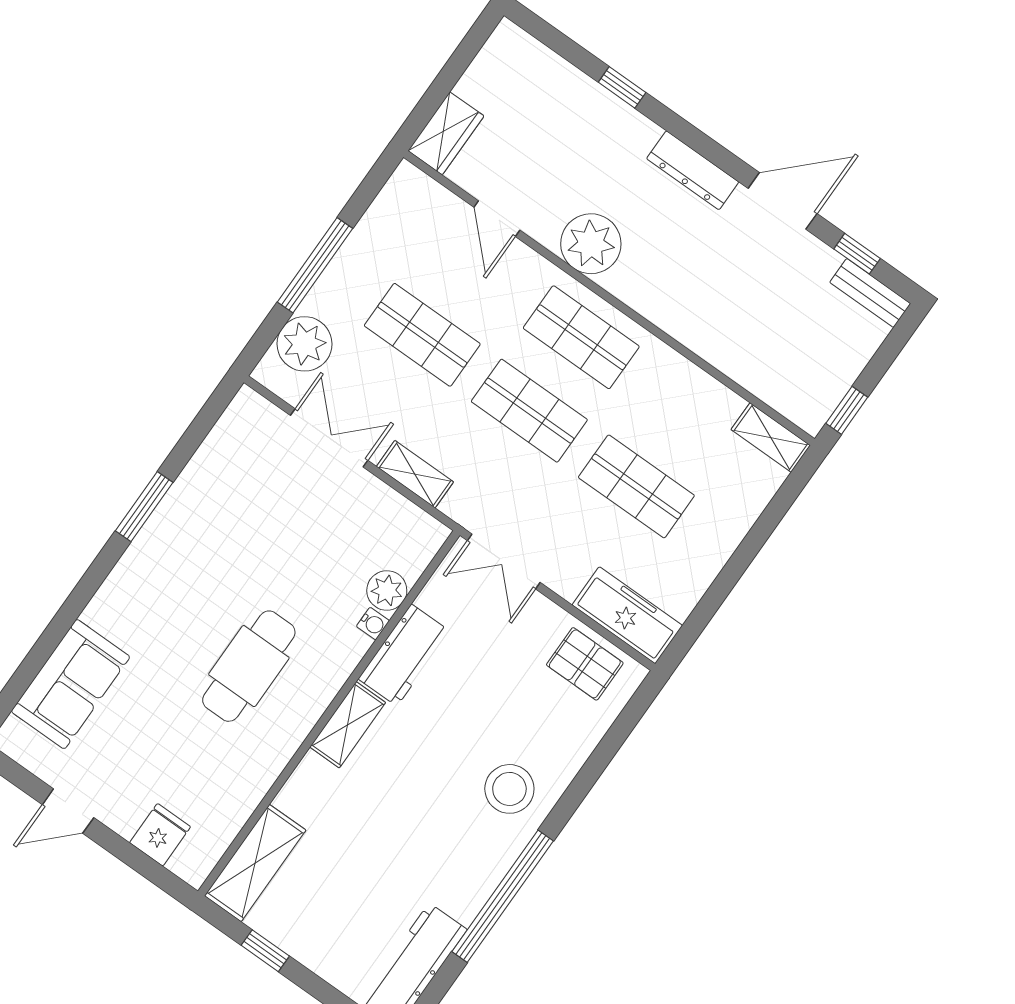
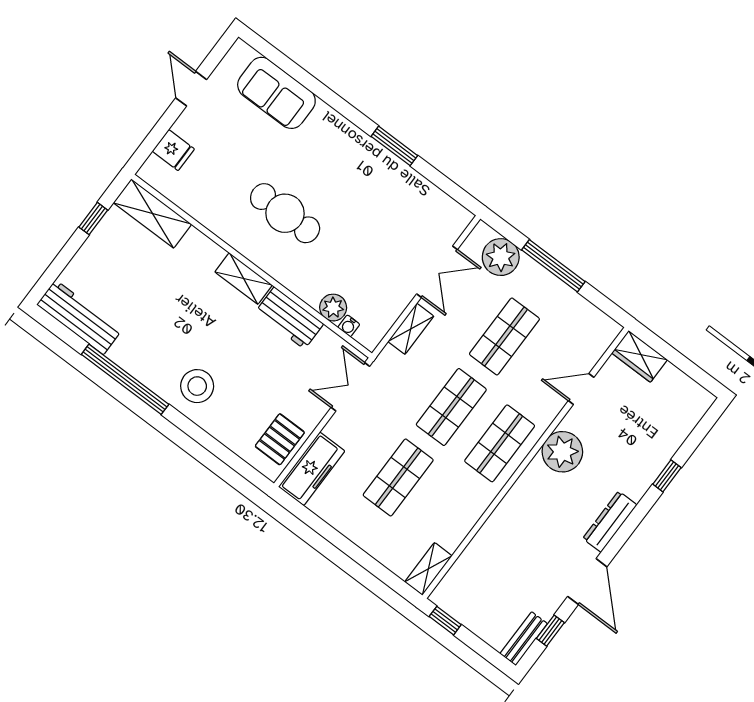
water cooler: (373, 624) -> (349, 326), moved

